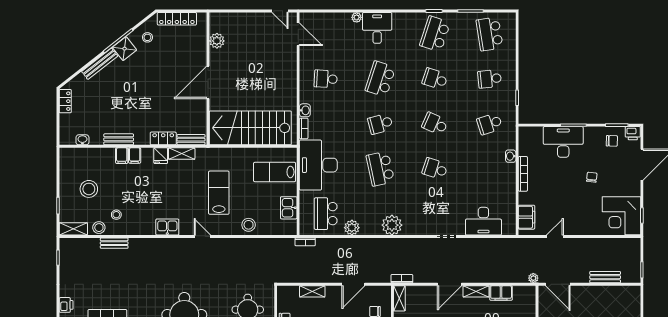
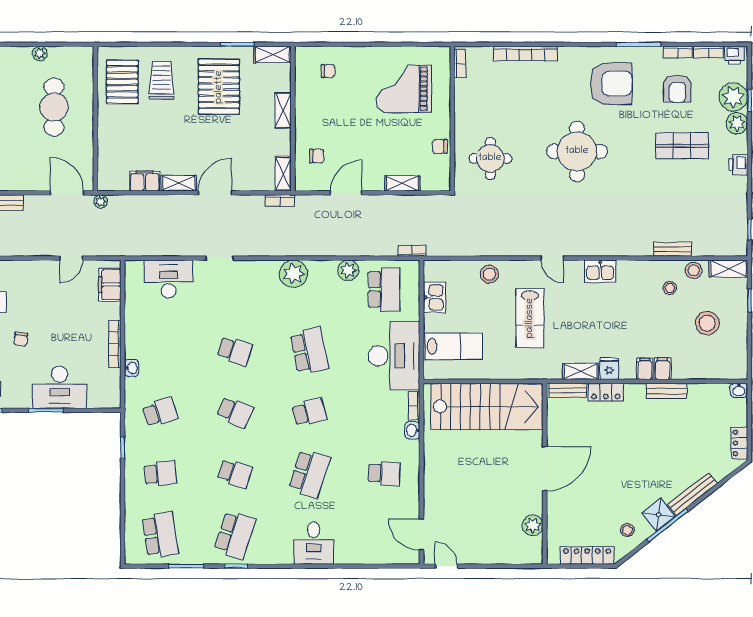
plant: (357, 17) -> (342, 557), removed
washbasin: (82, 140) -> (739, 390), moved

